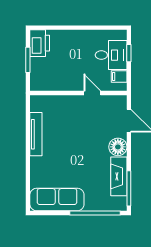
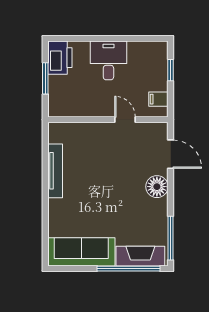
desk: (111, 55) -> (108, 60), moved, turned -90
fireplace: (119, 176) -> (140, 256), moved, turned 90

